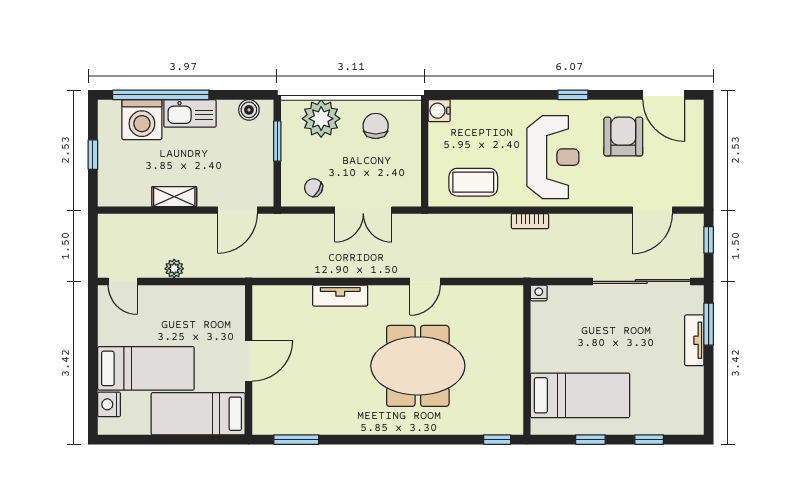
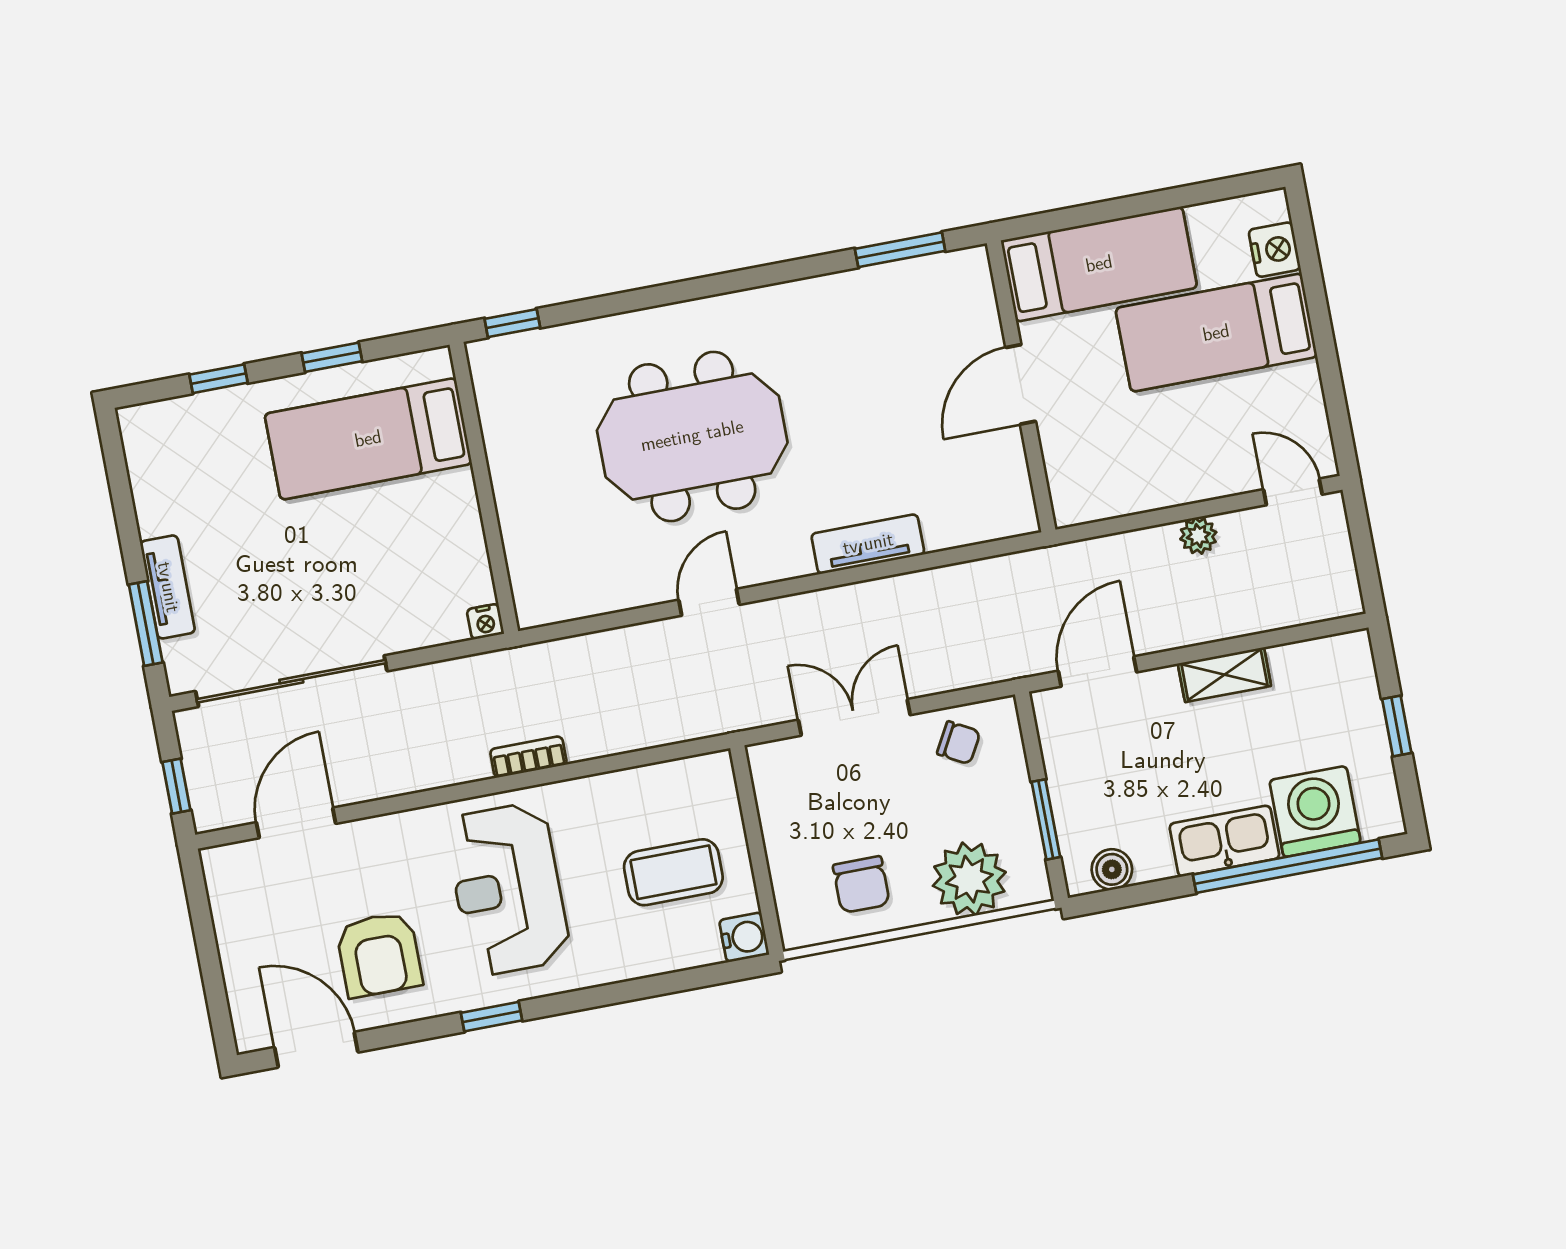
coffee table: (473, 182) -> (673, 872), moved

